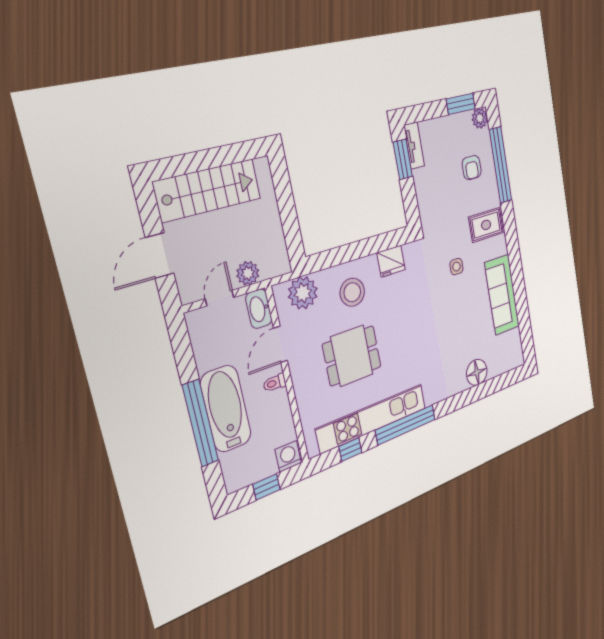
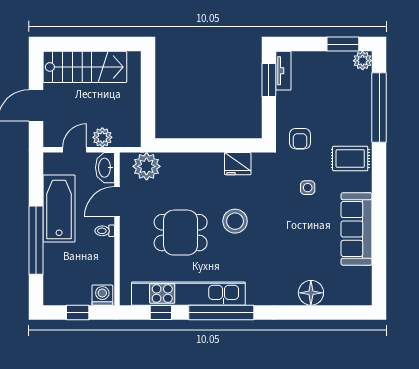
armchair: (472, 168) -> (300, 139), moved
stool: (352, 292) -> (235, 221), moved
bathtub: (226, 409) -> (59, 208), moved

